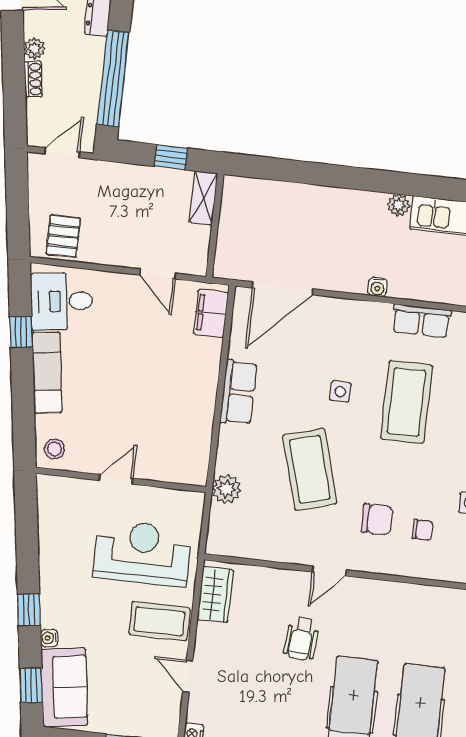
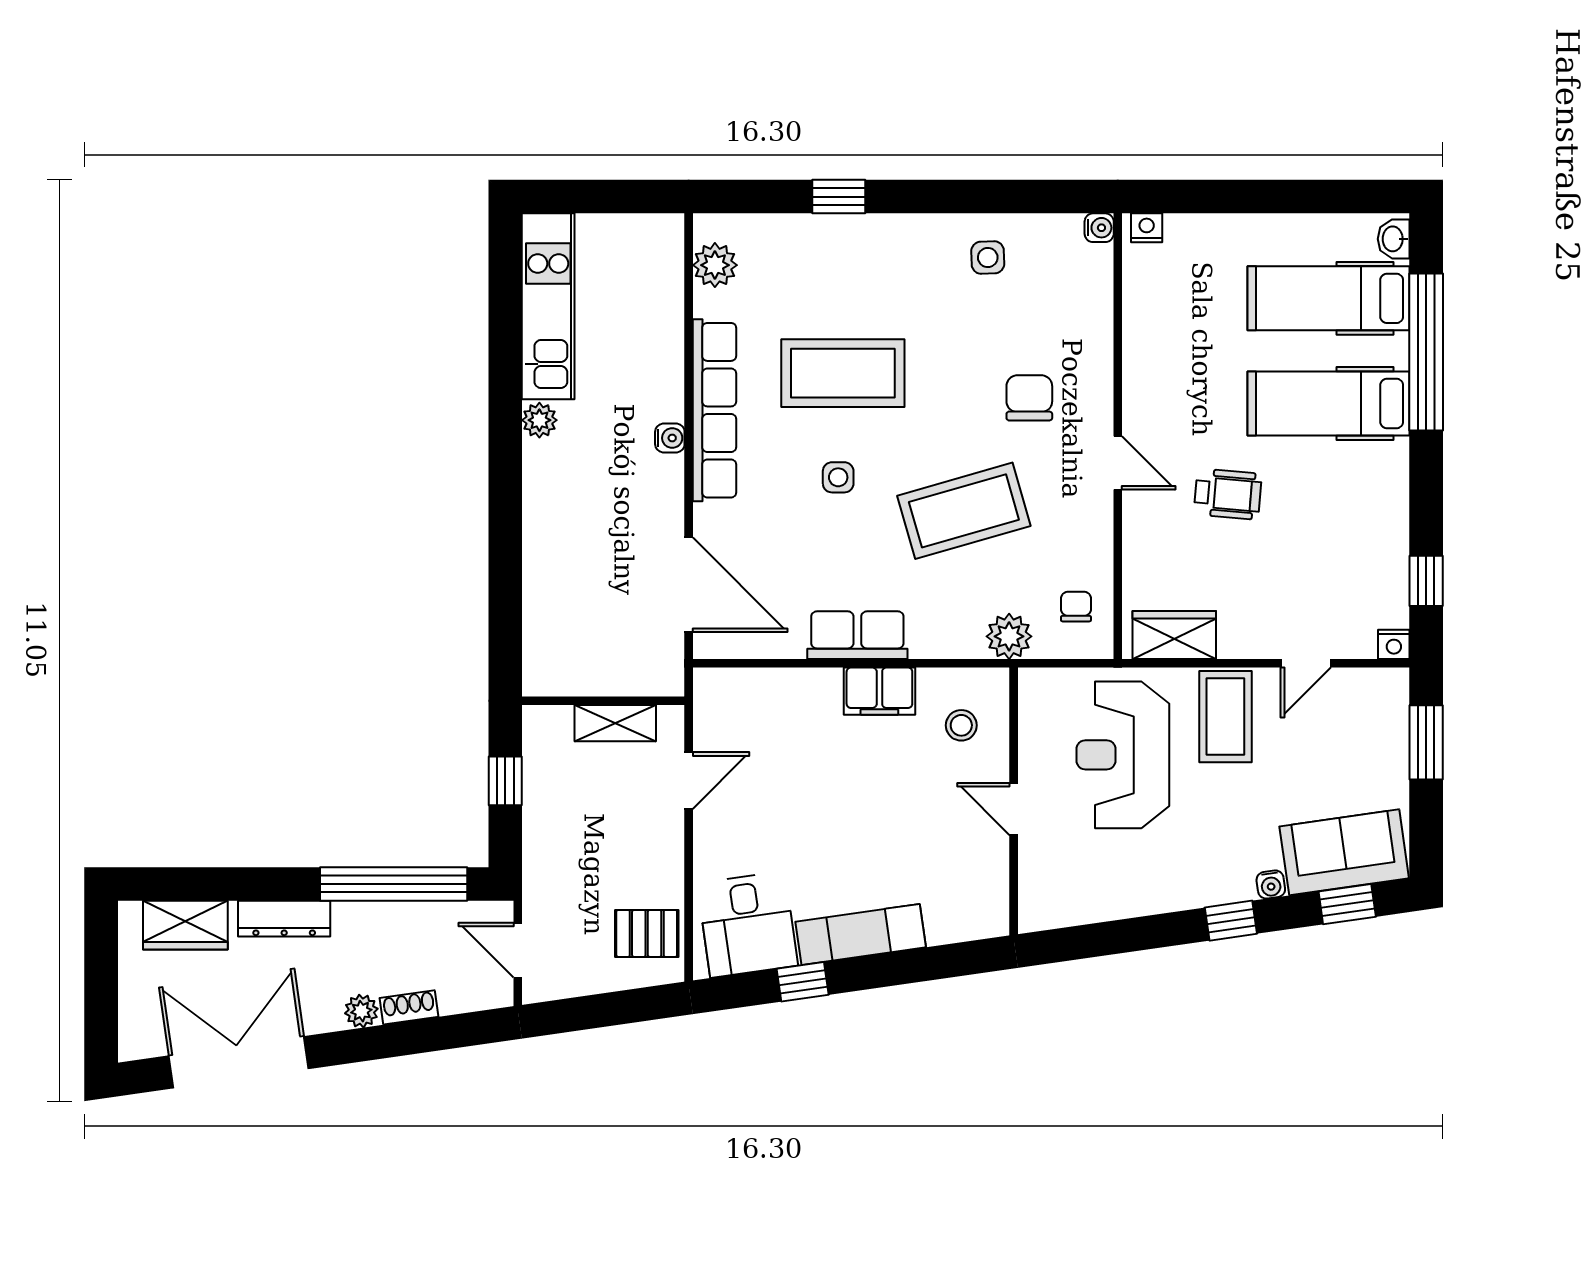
shelving: (204, 198) -> (615, 723), moved
filing cabinet: (211, 313) -> (879, 691), moved
row of seats: (421, 321) -> (714, 410), width x2.02
stool: (55, 449) -> (961, 725), moved
chair: (423, 530) -> (1076, 607), moved

